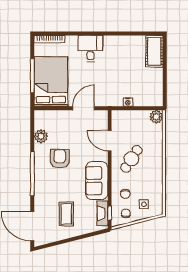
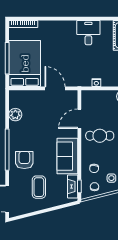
desk: (91, 48) -> (88, 33), moved
door: (83, 108) -> (55, 88), hinge flipped
door: (110, 141) -> (79, 119), hinge flipped
armchair: (60, 159) -> (24, 160), moved
cafe table: (131, 159) -> (100, 136), turned 57

